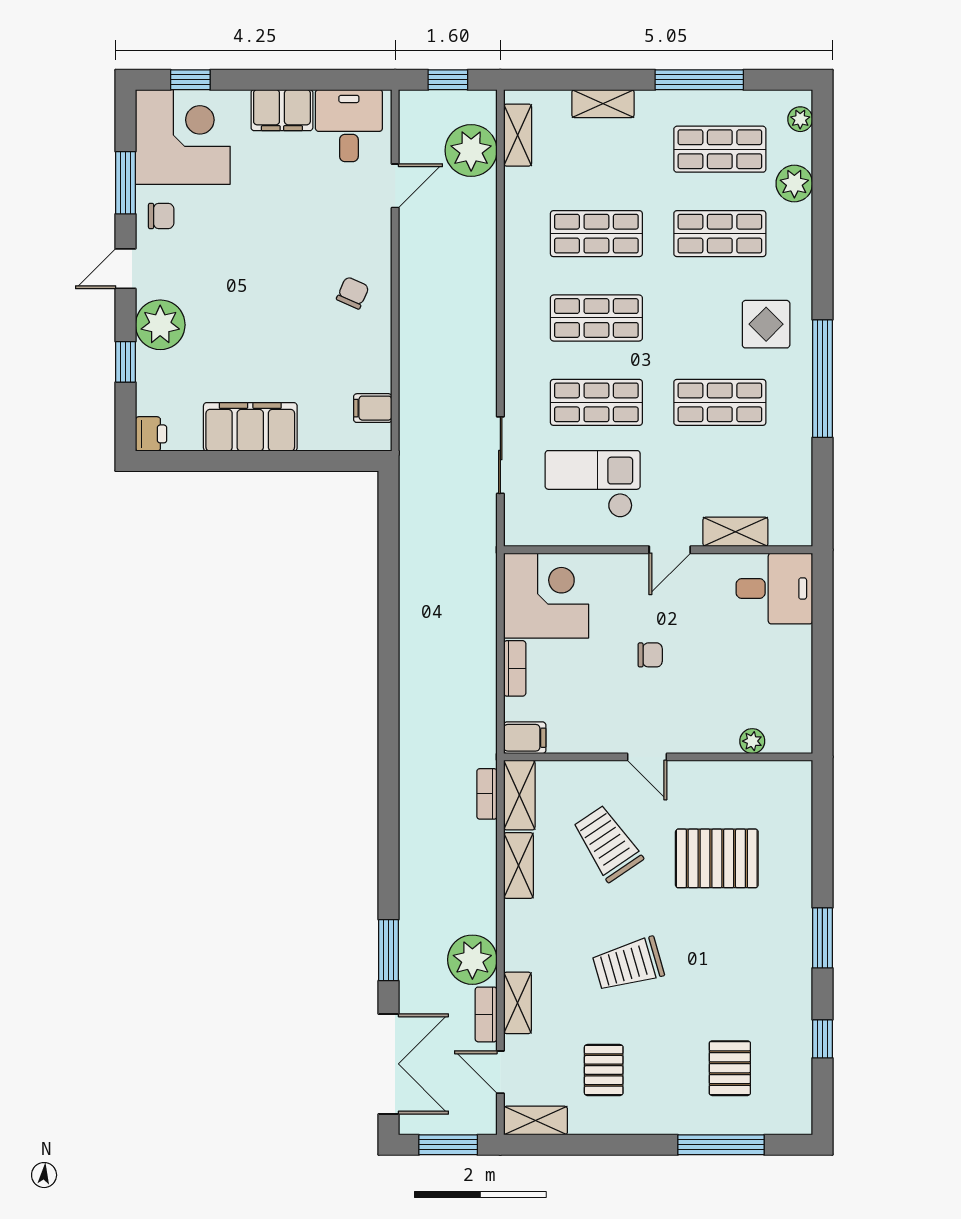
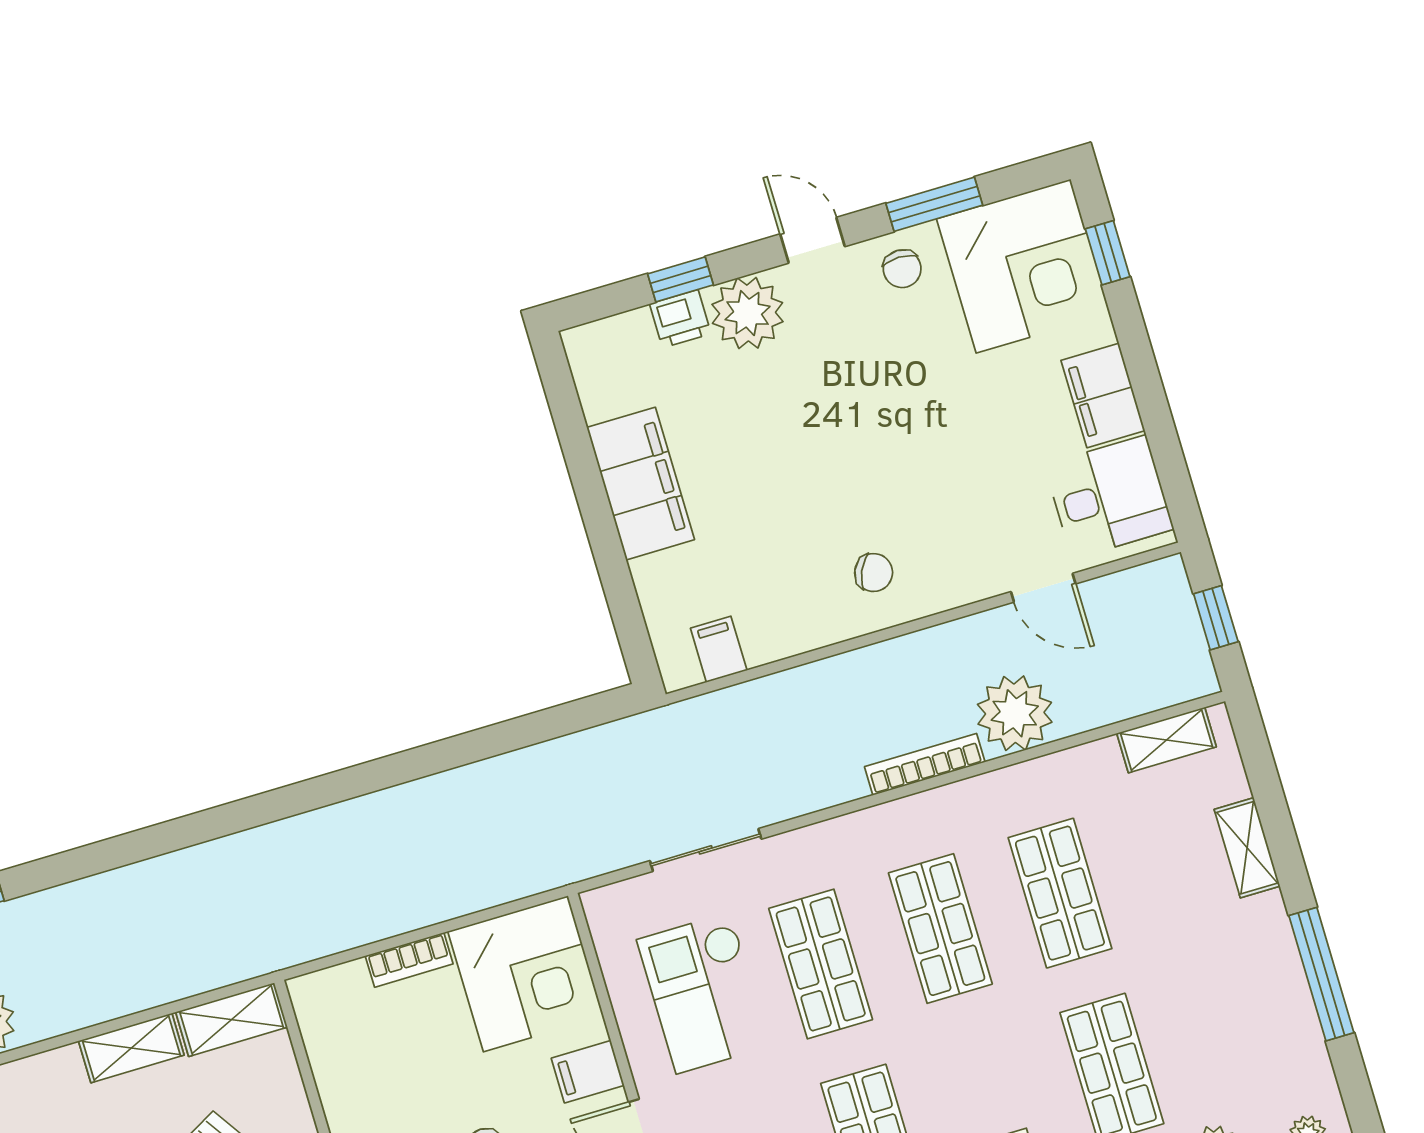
shop shelf: (720, 149) -> (1231, 1033), removed
plant: (471, 150) -> (1015, 713), moved
printer: (151, 434) -> (680, 319), moved
checkout: (593, 484) -> (703, 993), turned 180
filing cabinet: (525, 738) -> (588, 1072), moved, turned 90
bookcase: (487, 794) -> (925, 764), moved, width x1.56

